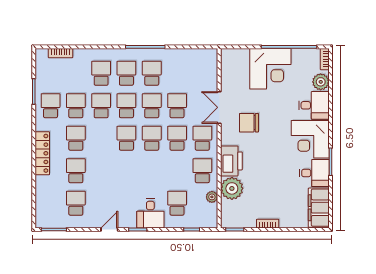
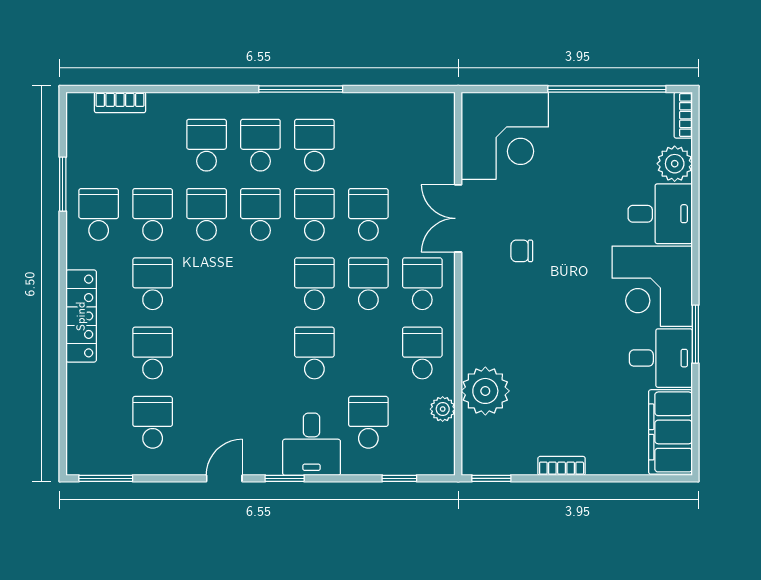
corner desk: (270, 69) -> (505, 136), moved
chair: (249, 123) -> (522, 251), width x0.54, depth x0.54
school desk: (126, 138) -> (314, 353), moved
printer: (231, 161) -> (484, 332), removed

